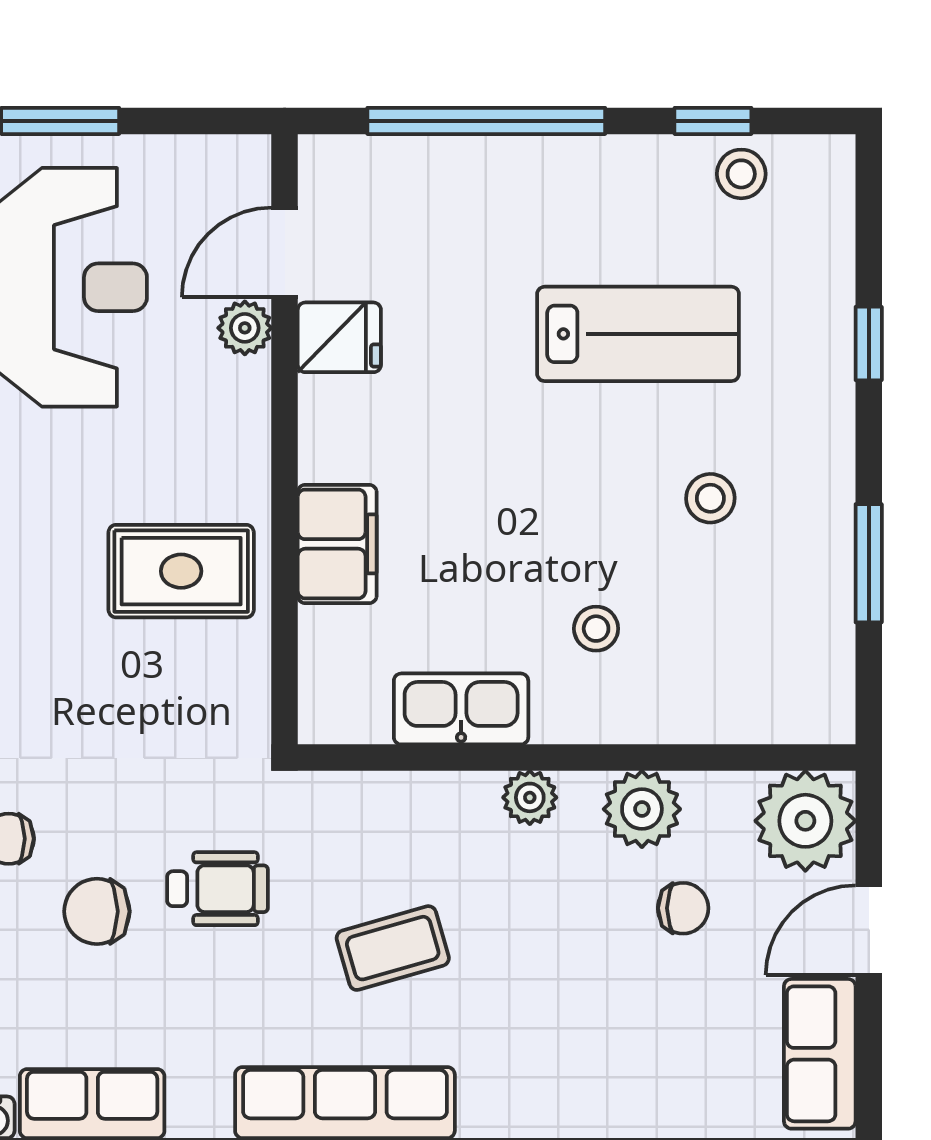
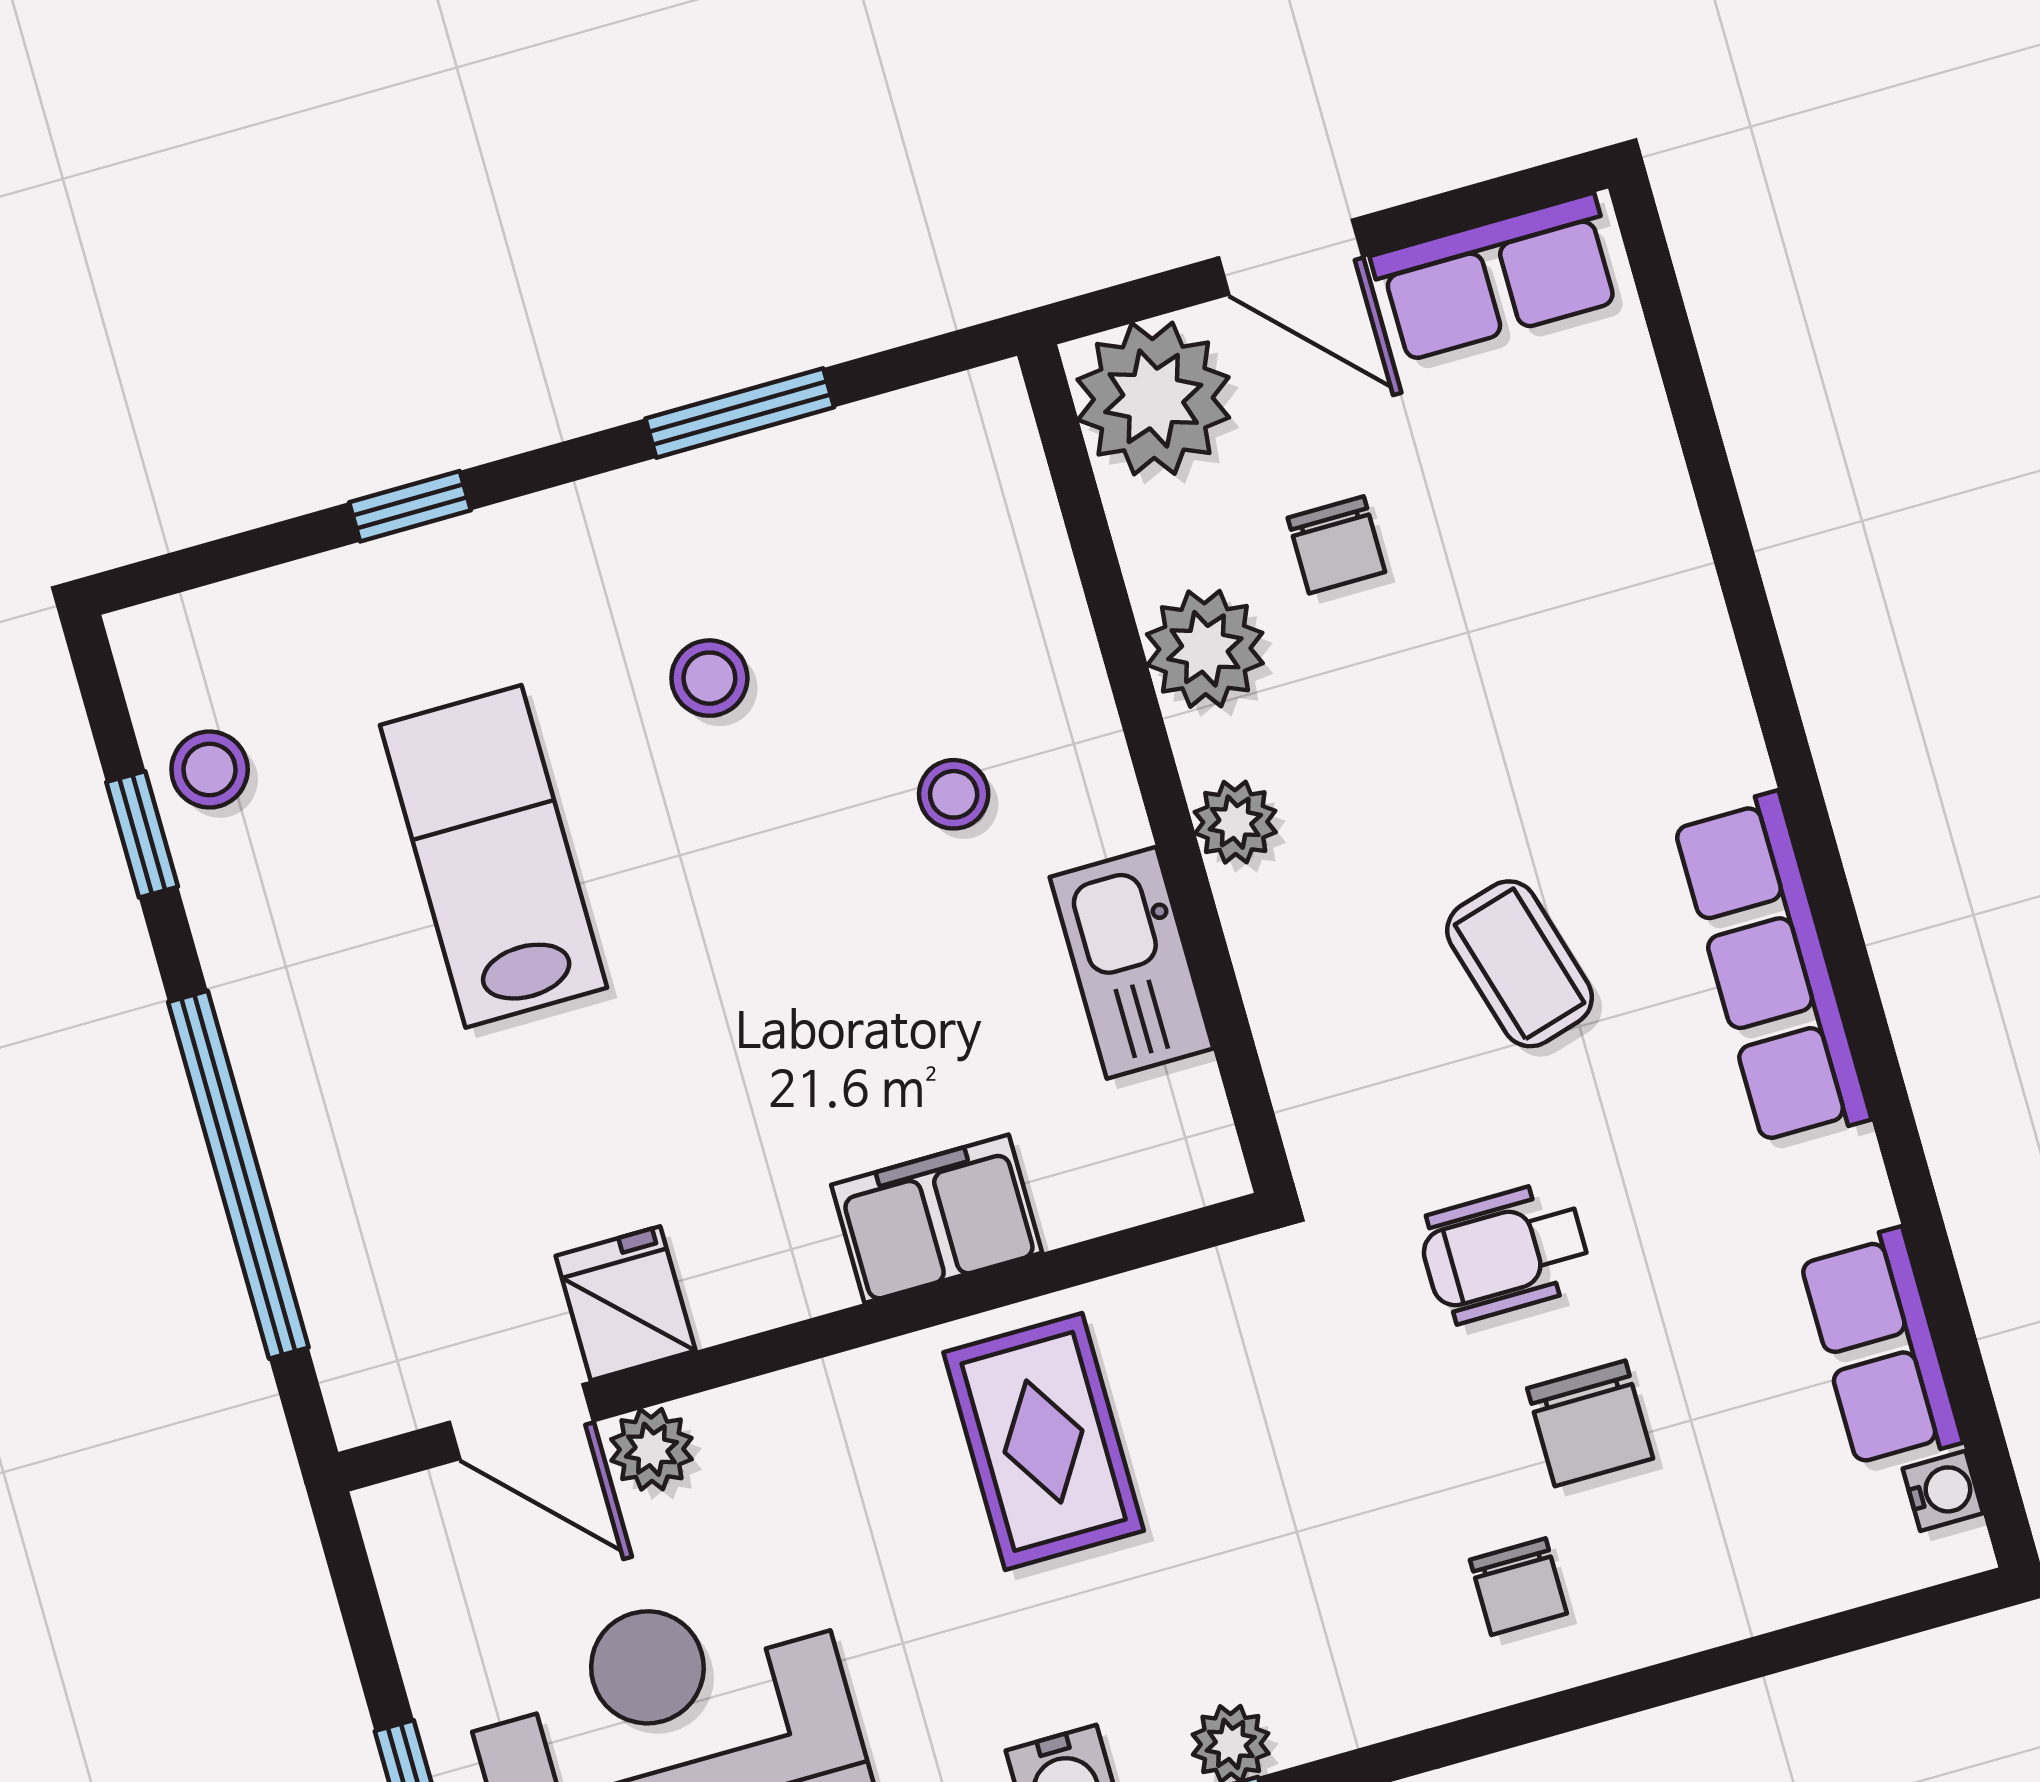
wheelchair: (217, 889) -> (1505, 1252), turned -90
chair: (683, 908) -> (1336, 545), turned 180

